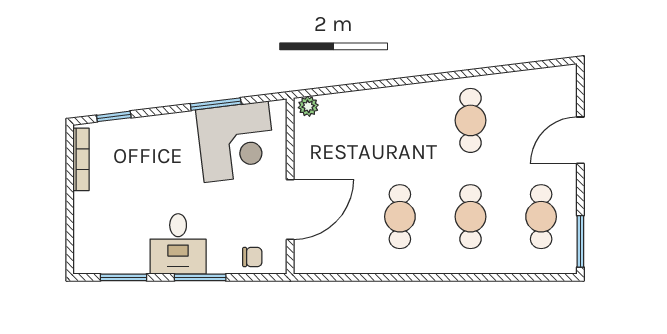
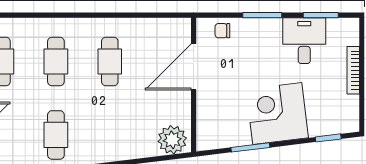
plant: (308, 106) -> (172, 140), width x1.87, depth x1.87
corner desk: (236, 142) -> (277, 113), moved
bookcase: (81, 159) -> (353, 70), moved
desk: (178, 244) -> (304, 41), moved

